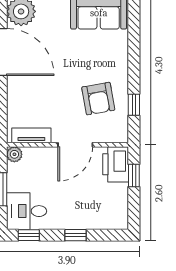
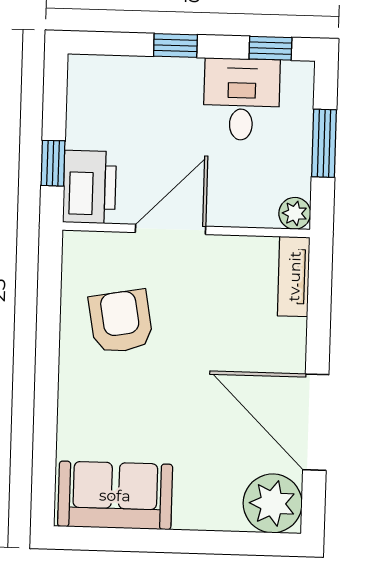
window: (134, 105) -> (49, 307), removed
tv unit: (31, 135) -> (294, 276), moved, turned 90
desk: (27, 211) -> (242, 99), moved, turned -90

